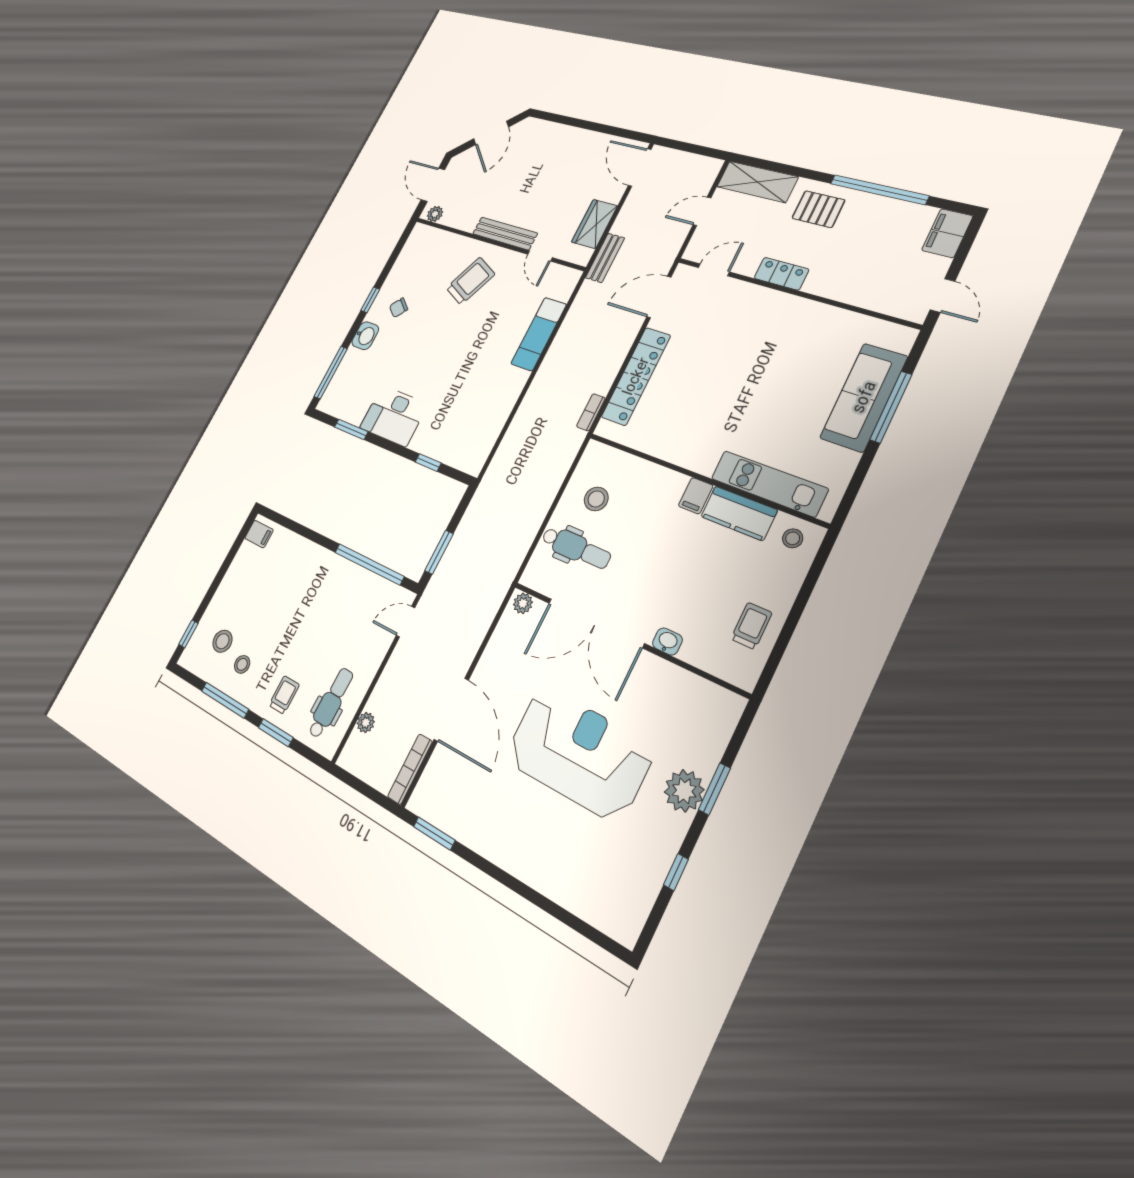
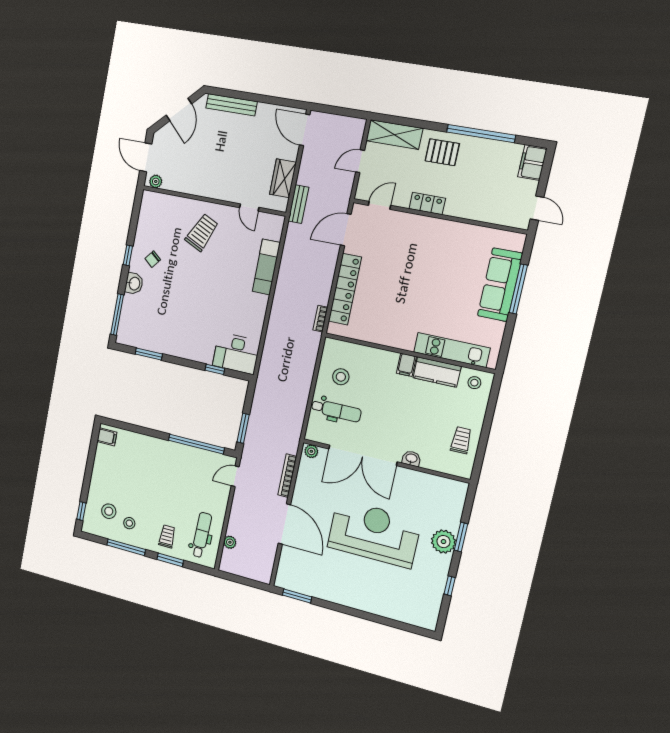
bench: (505, 233) -> (232, 105), moved
desk: (394, 416) -> (236, 353), moved
bookcase: (410, 769) -> (287, 476), moved

